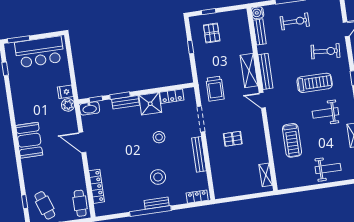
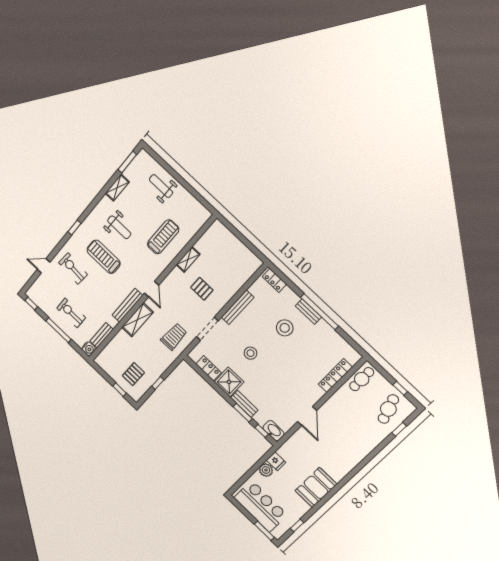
plant: (68, 105) -> (266, 470), moved
booth: (29, 140) -> (316, 487), moved
shelving: (266, 175) -> (188, 259), moved

